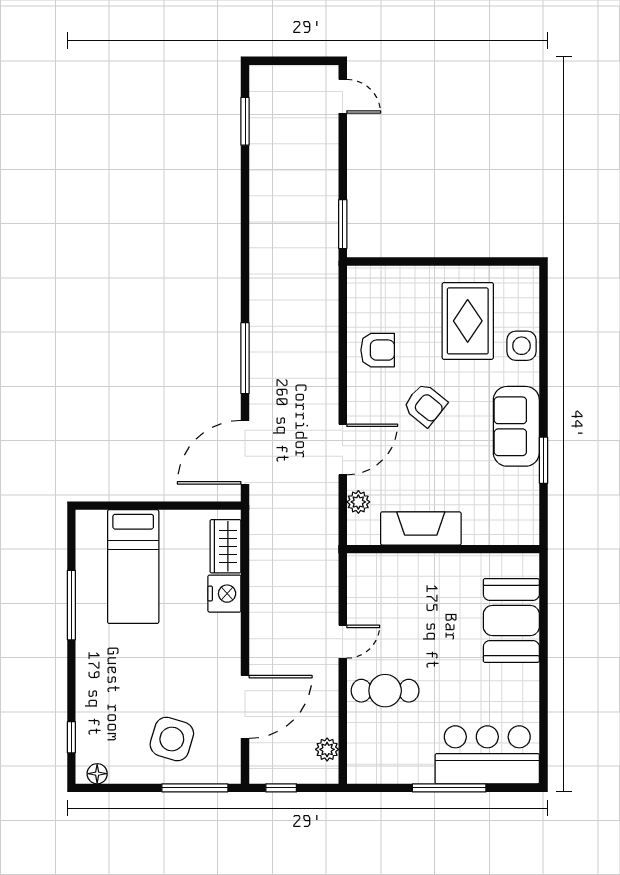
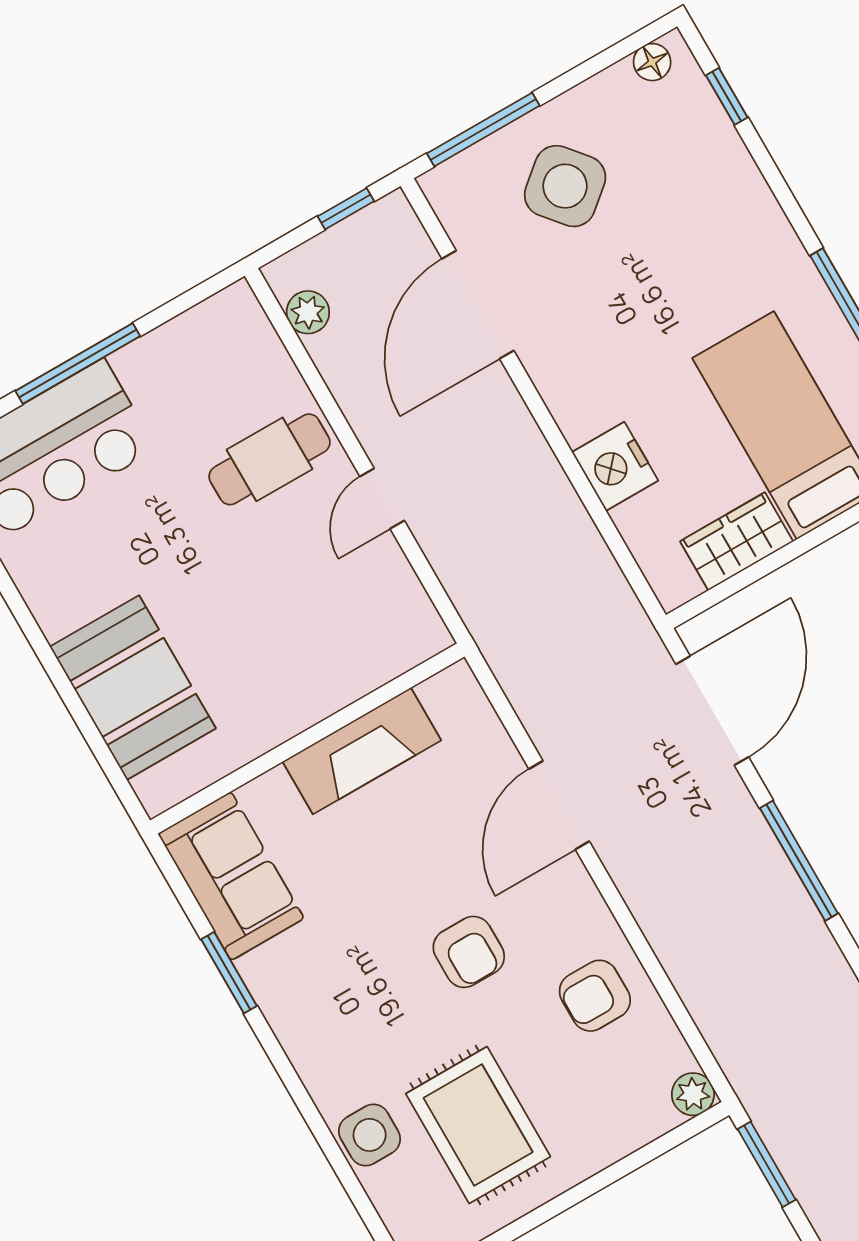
armchair: (425, 405) -> (469, 952), turned -129
sofa: (516, 426) -> (231, 876), moved
plant: (358, 502) -> (693, 1094), moved
wardrobe: (225, 546) -> (737, 541), moved, turned -90
side table: (172, 739) -> (565, 186), turned 33

